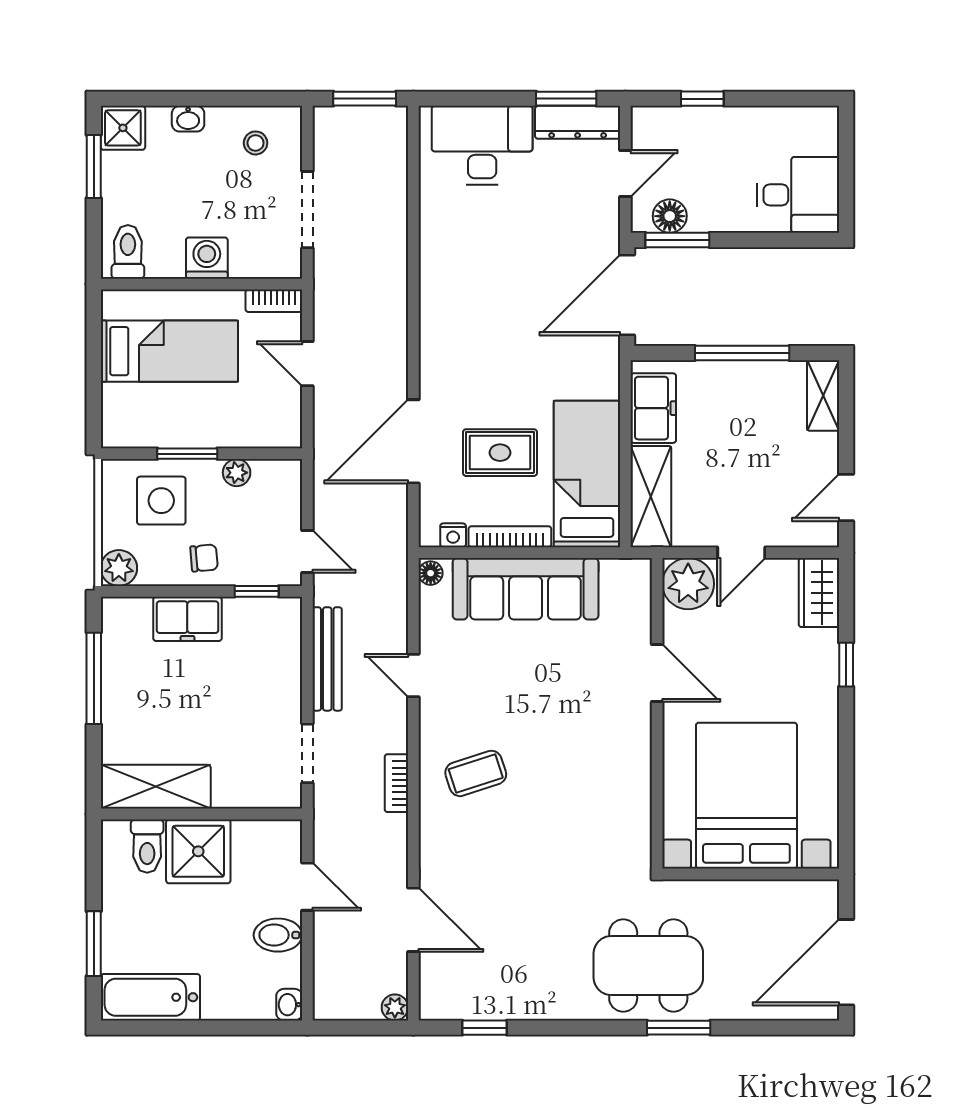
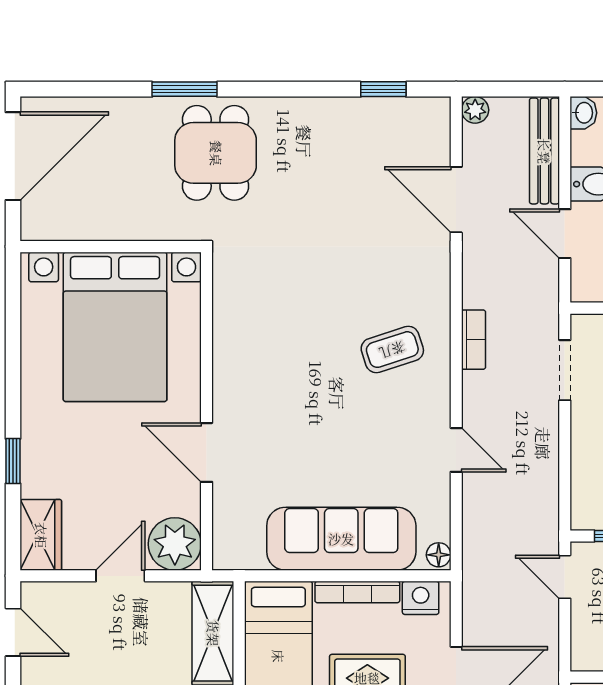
door: (846, 497) -> (13, 632), hinge flipped
nightstand: (453, 535) -> (421, 598), width x1.39, depth x1.35
bench: (327, 659) -> (544, 151), moved
dining table: (648, 966) -> (216, 153), width x0.73

